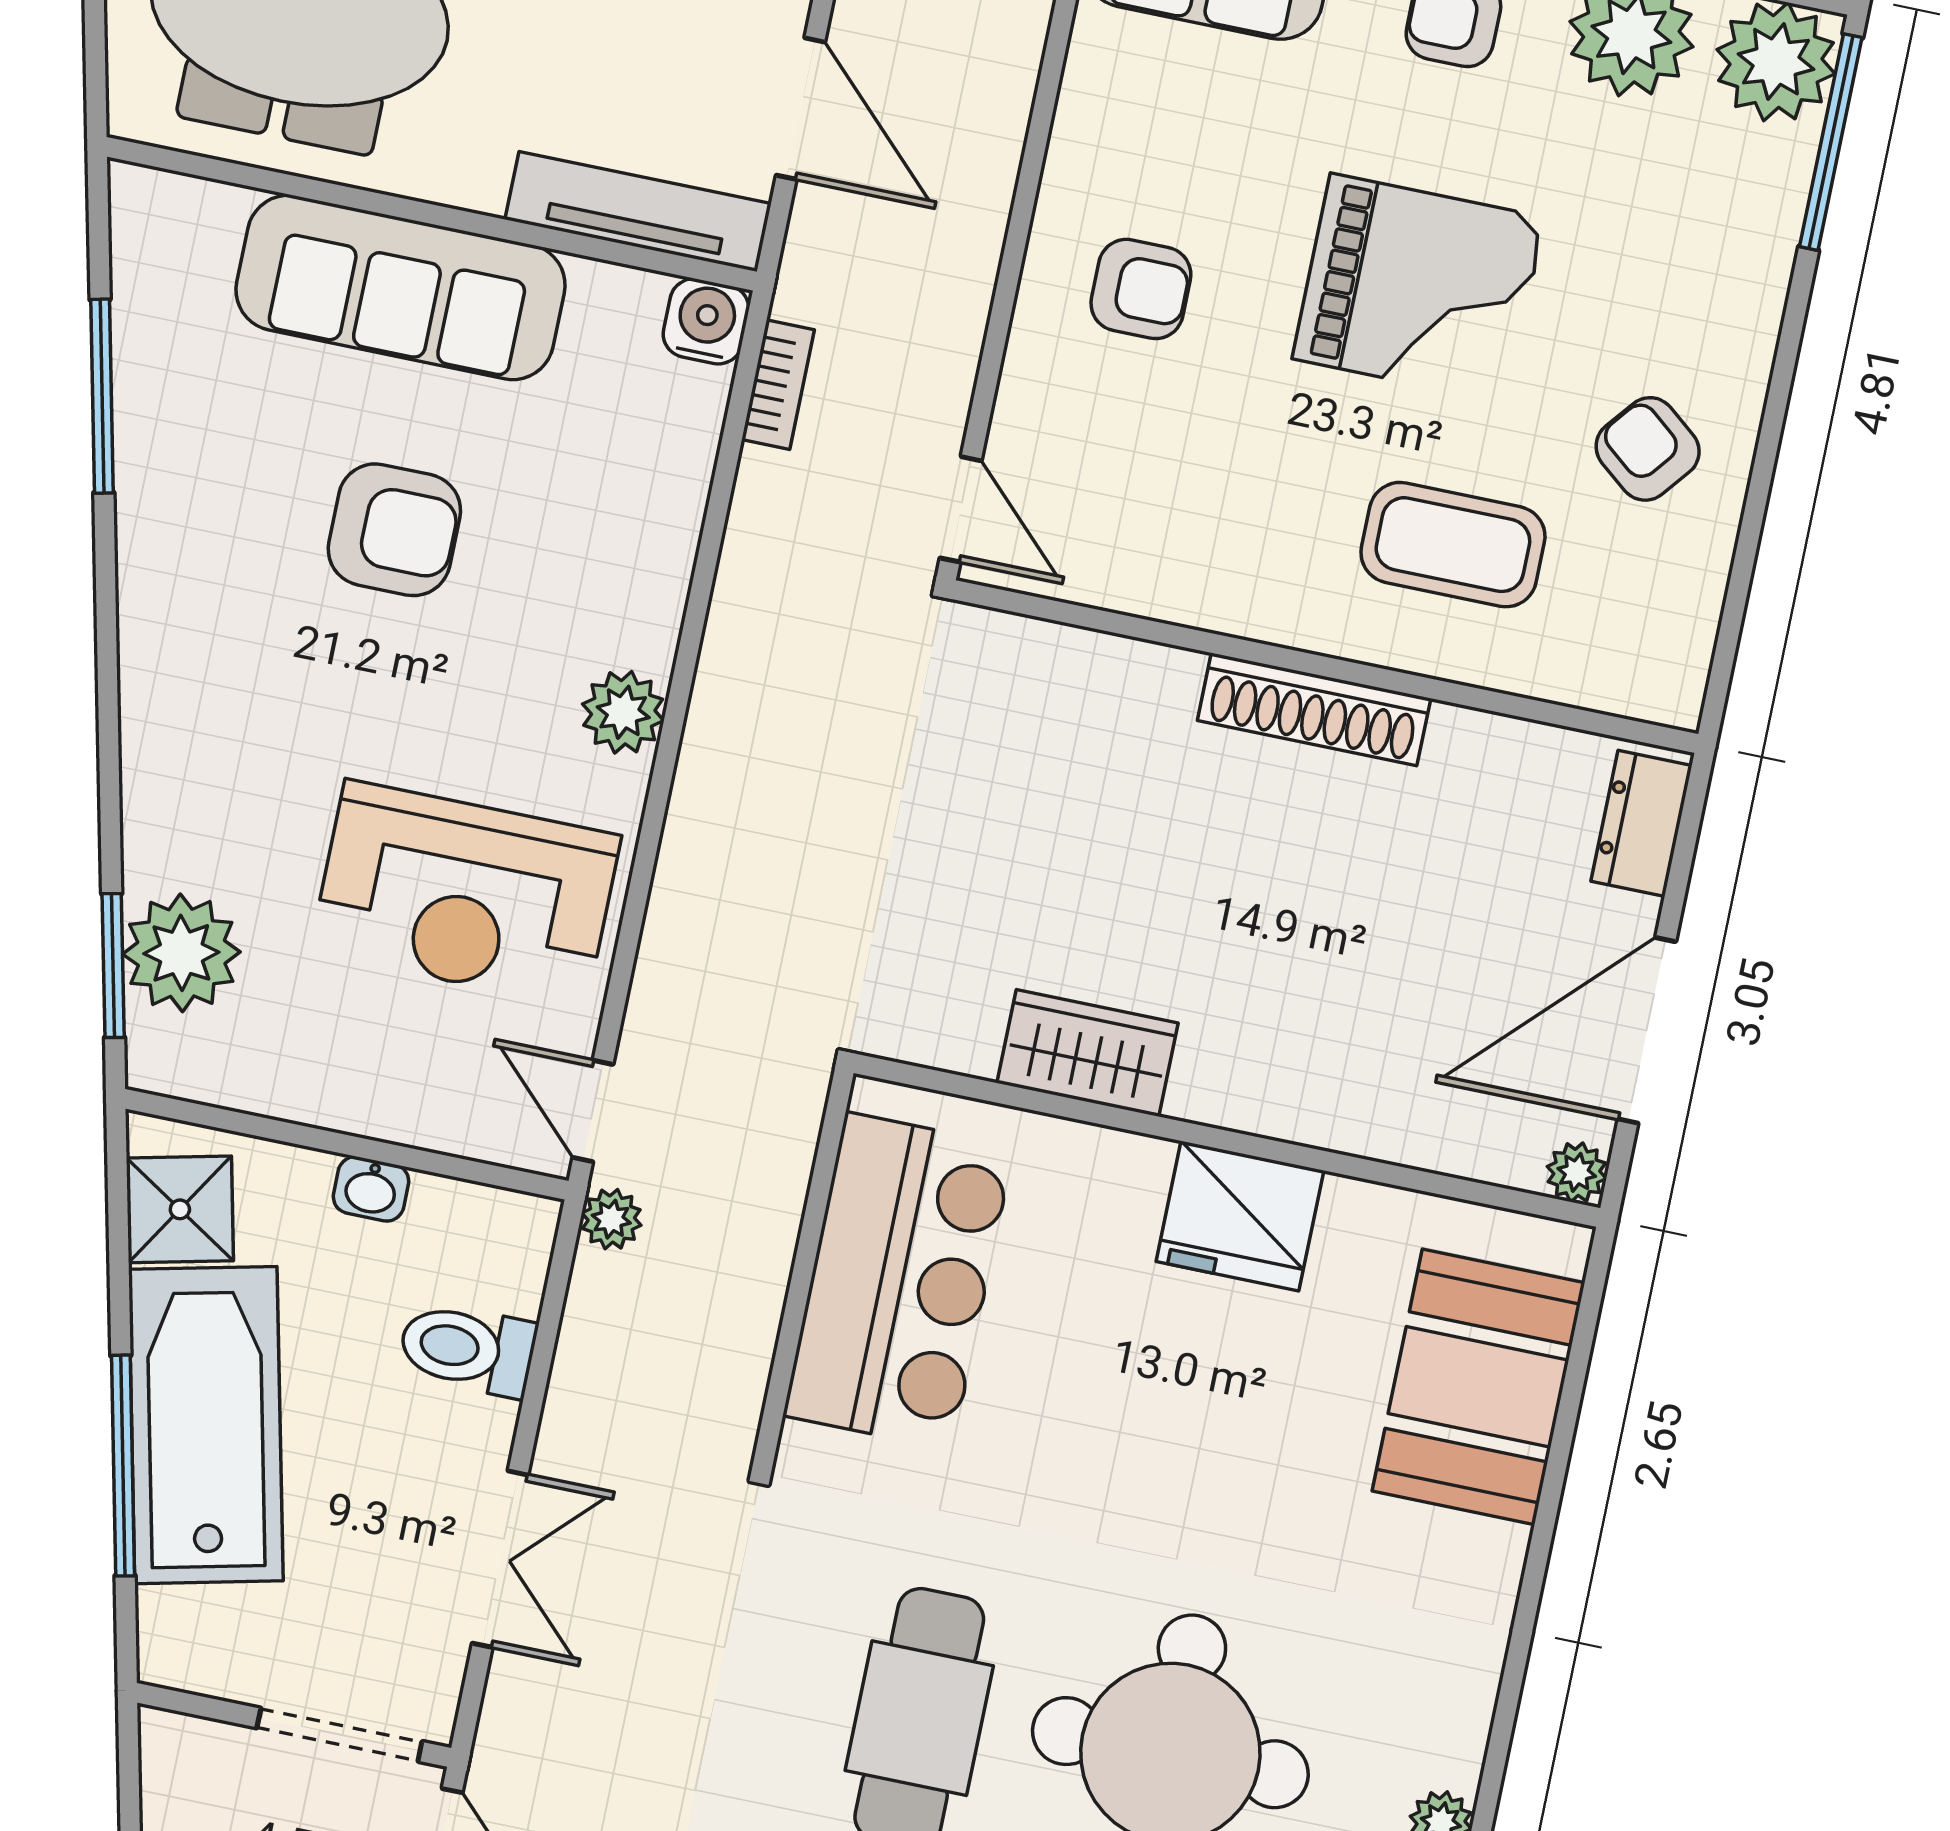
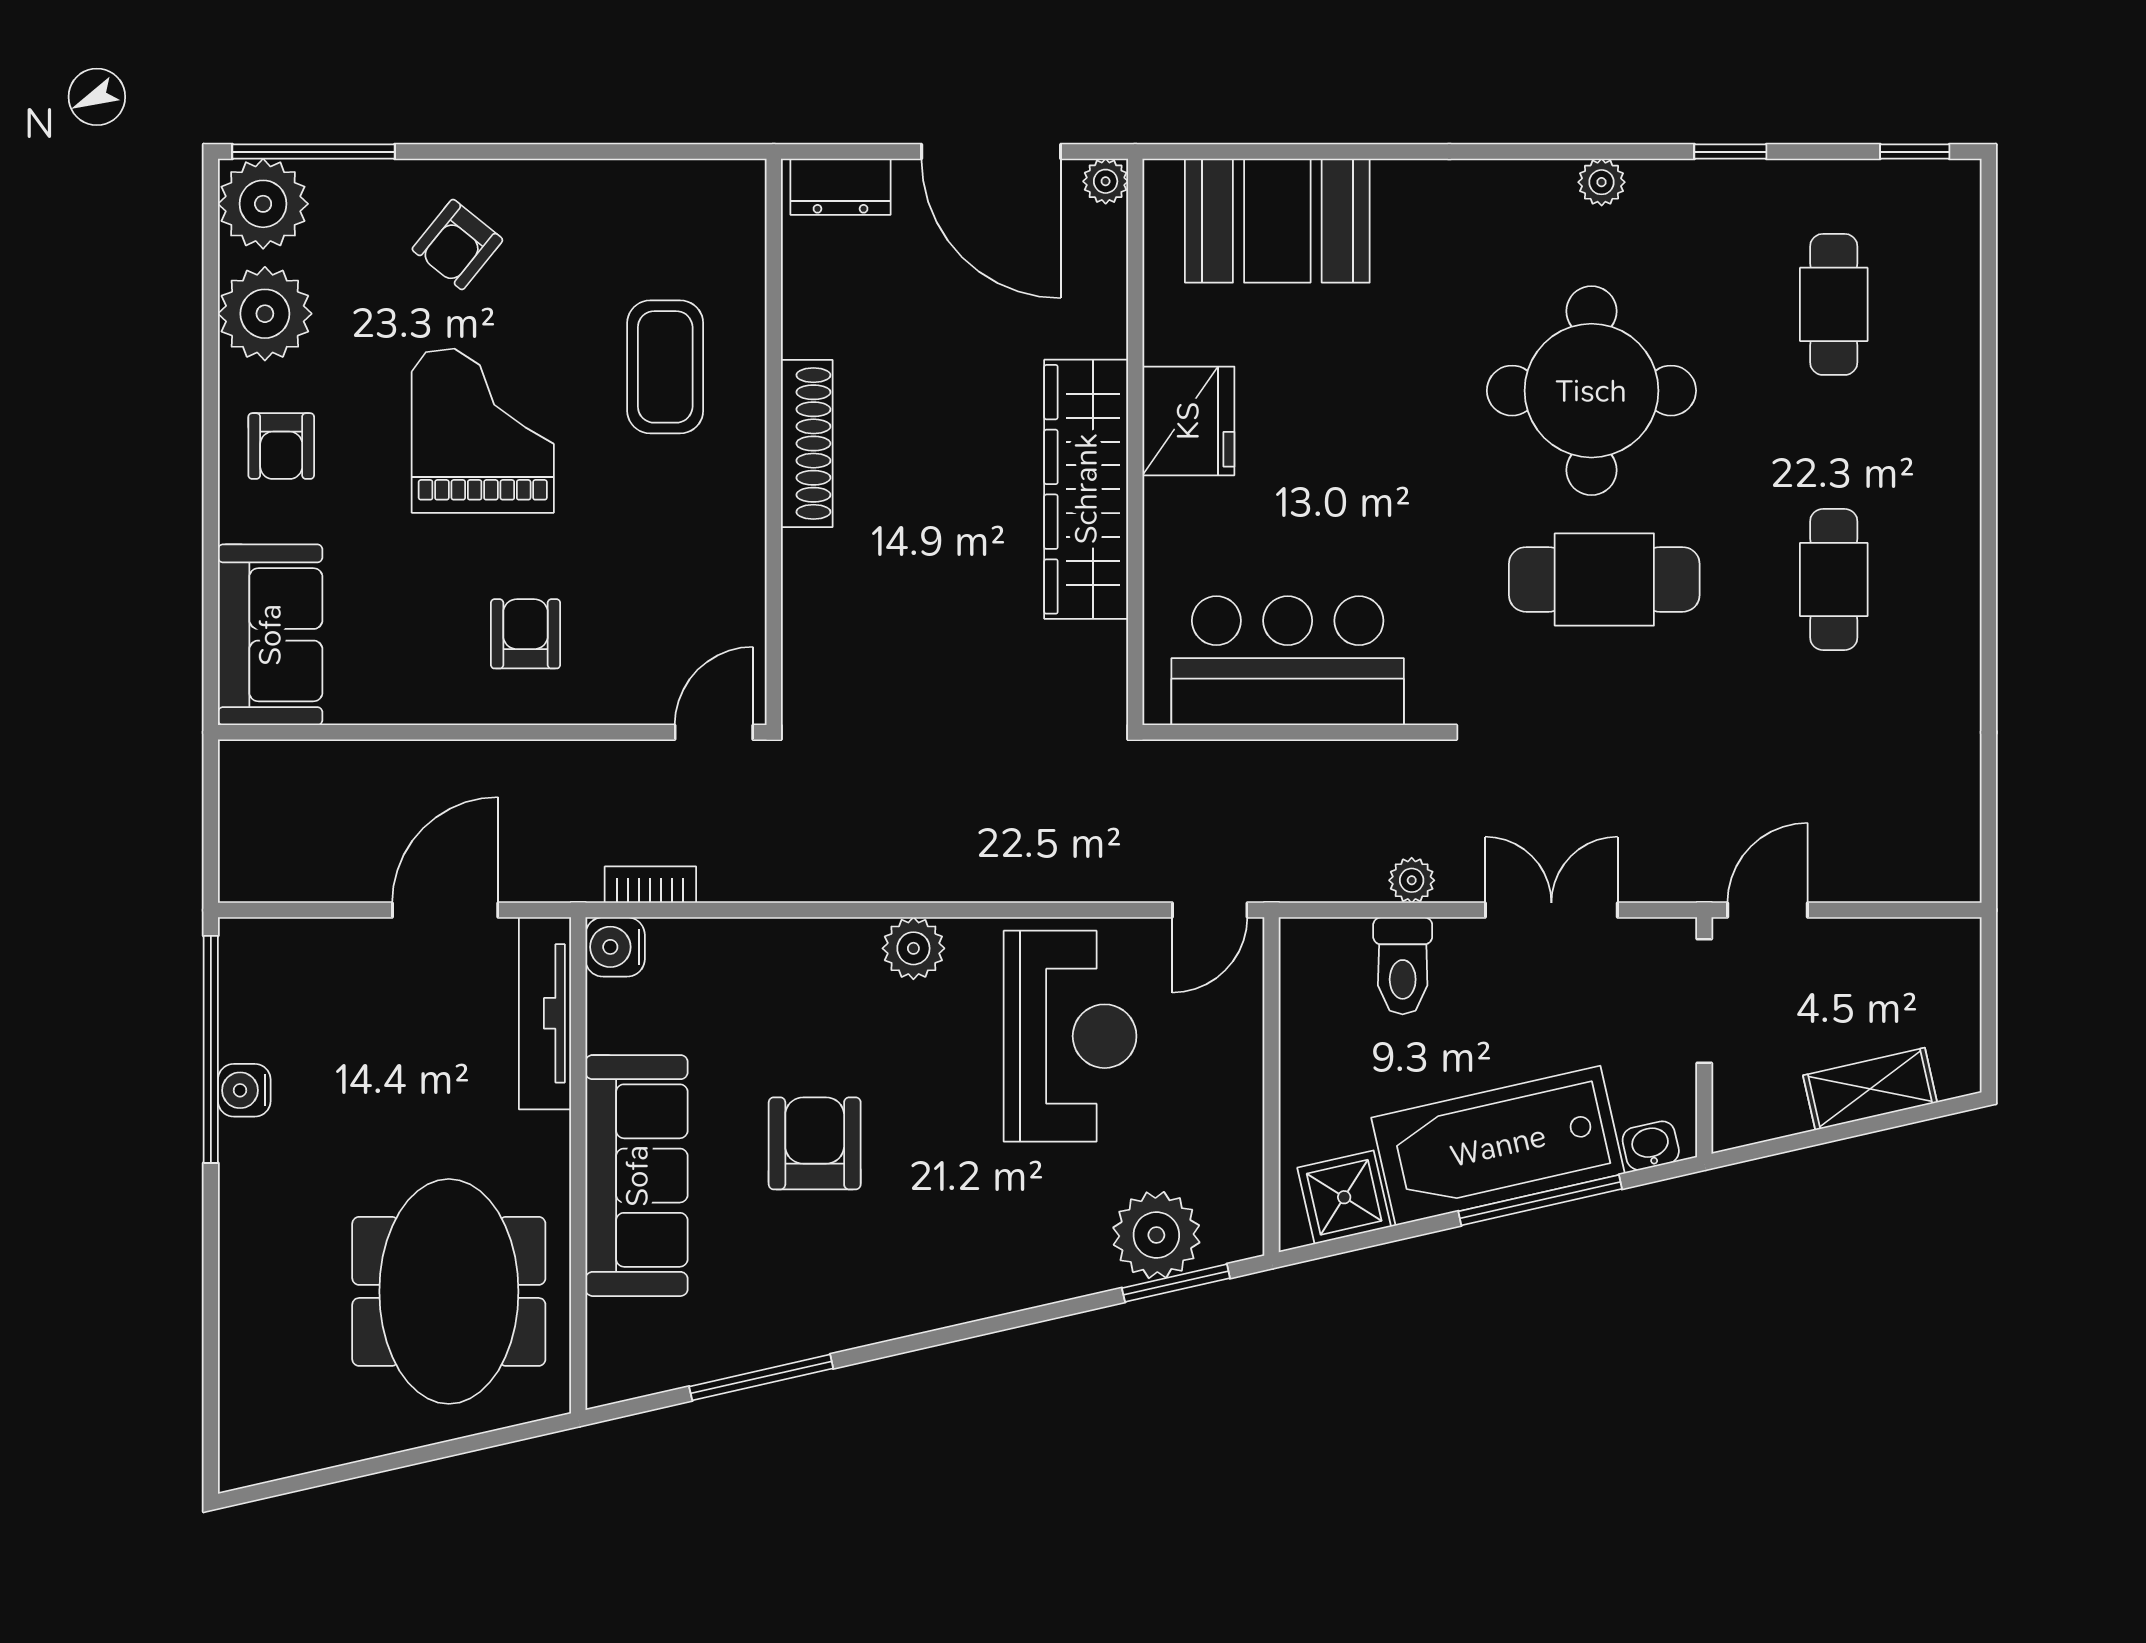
armchair: (1648, 449) -> (457, 245), moved
wardrobe: (1087, 1053) -> (1086, 489), width x2.10, depth x1.17
washbasin: (371, 1189) -> (1651, 1146), moved, turned -103
plant: (611, 1219) -> (1412, 880), moved

